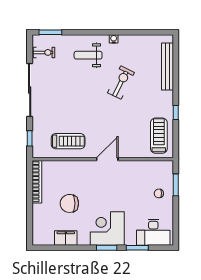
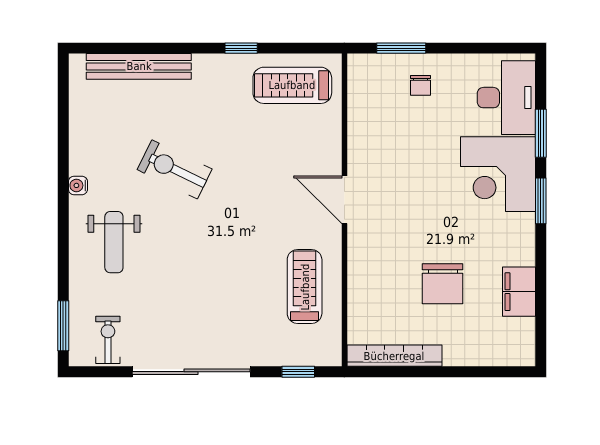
corner desk: (107, 228) -> (498, 174), moved

